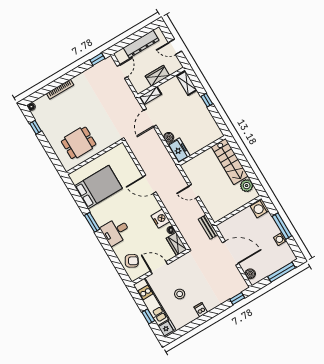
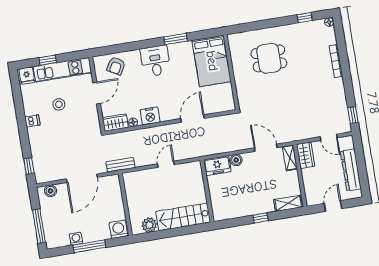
wardrobe: (157, 76) -> (306, 155), moved
dining table: (79, 143) -> (269, 58), turned 90
wall: (94, 157) -> (231, 72), moved

